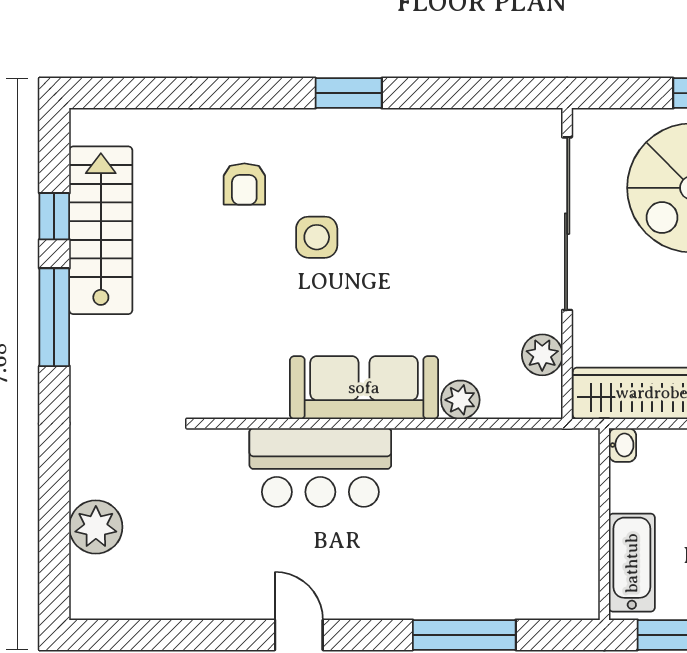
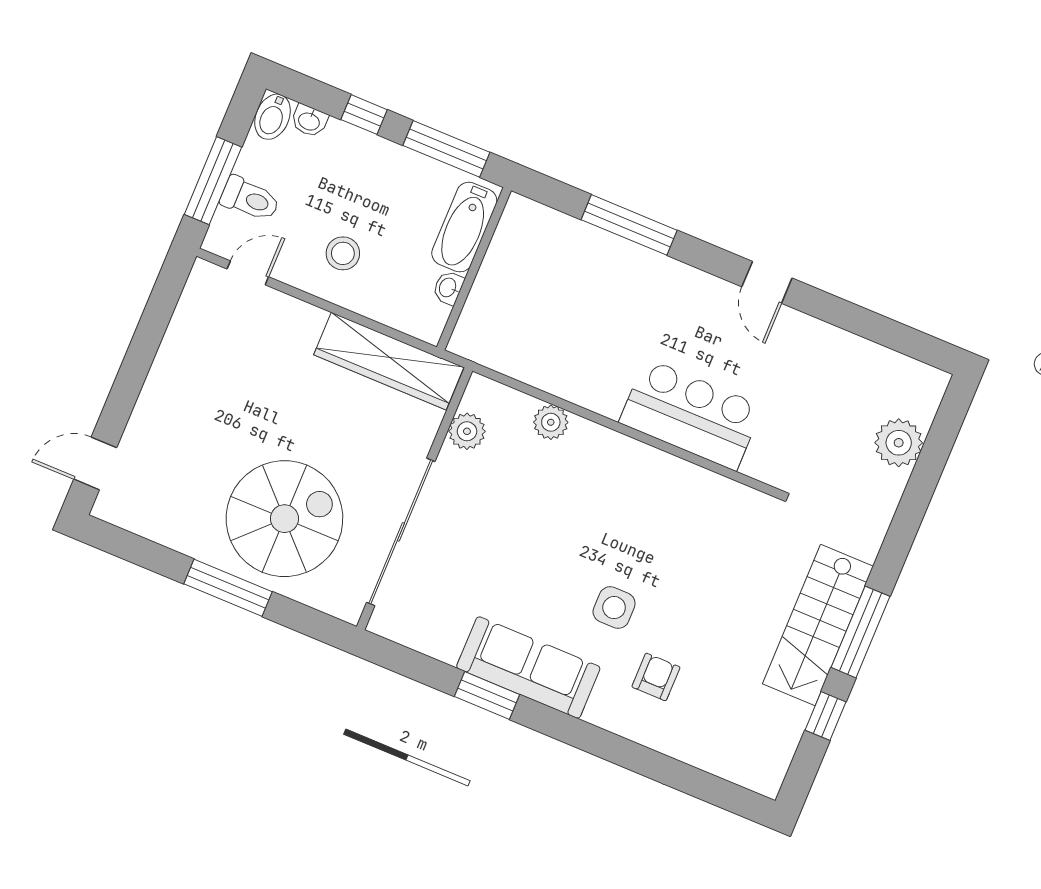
window: (349, 93) -> (487, 696), moved
stairs: (101, 230) -> (818, 625), moved
sofa: (364, 388) -> (528, 667), moved, turned 180
washbasin: (622, 445) -> (448, 288), moved

